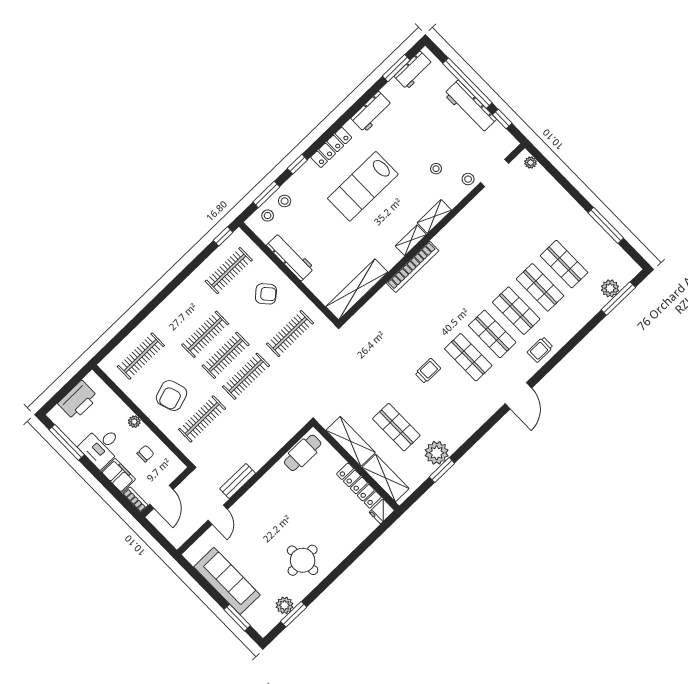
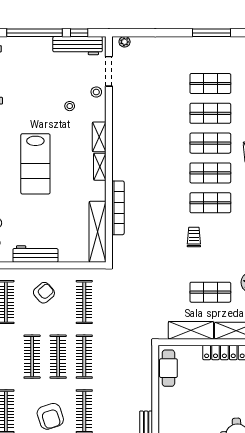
workbench: (470, 107) -> (78, 46), moved
bookcase: (413, 267) -> (118, 208), moved

